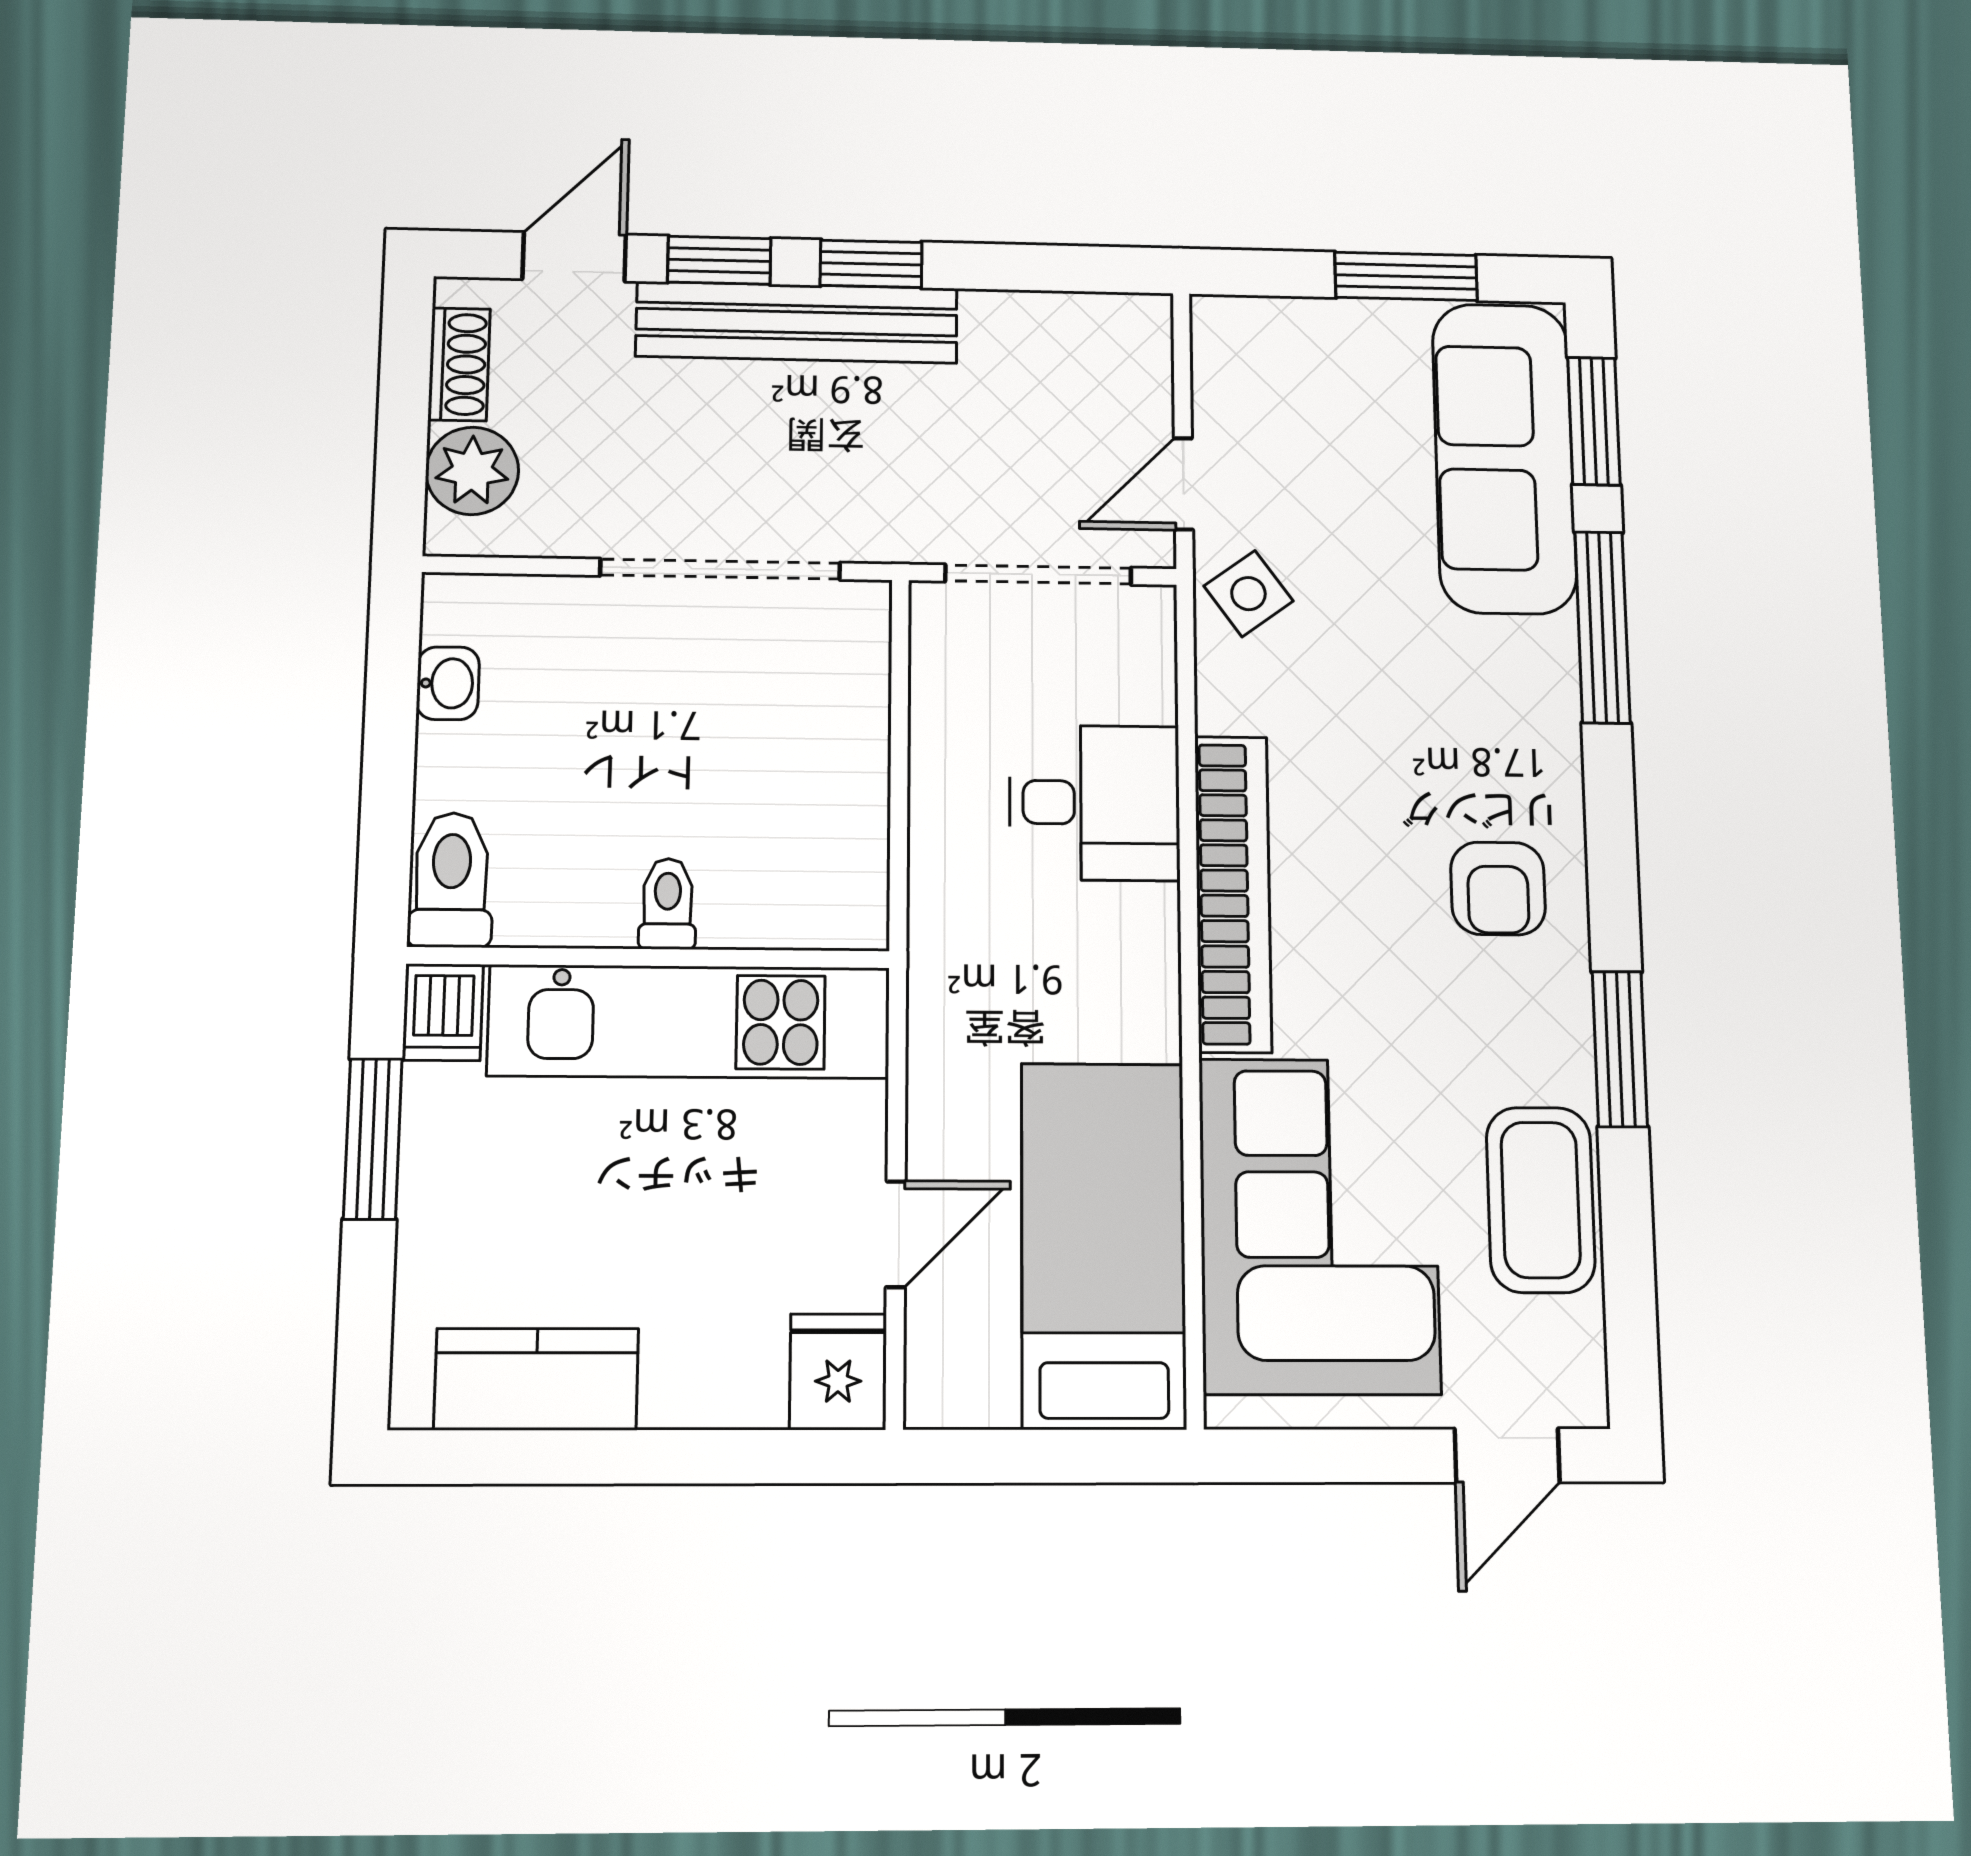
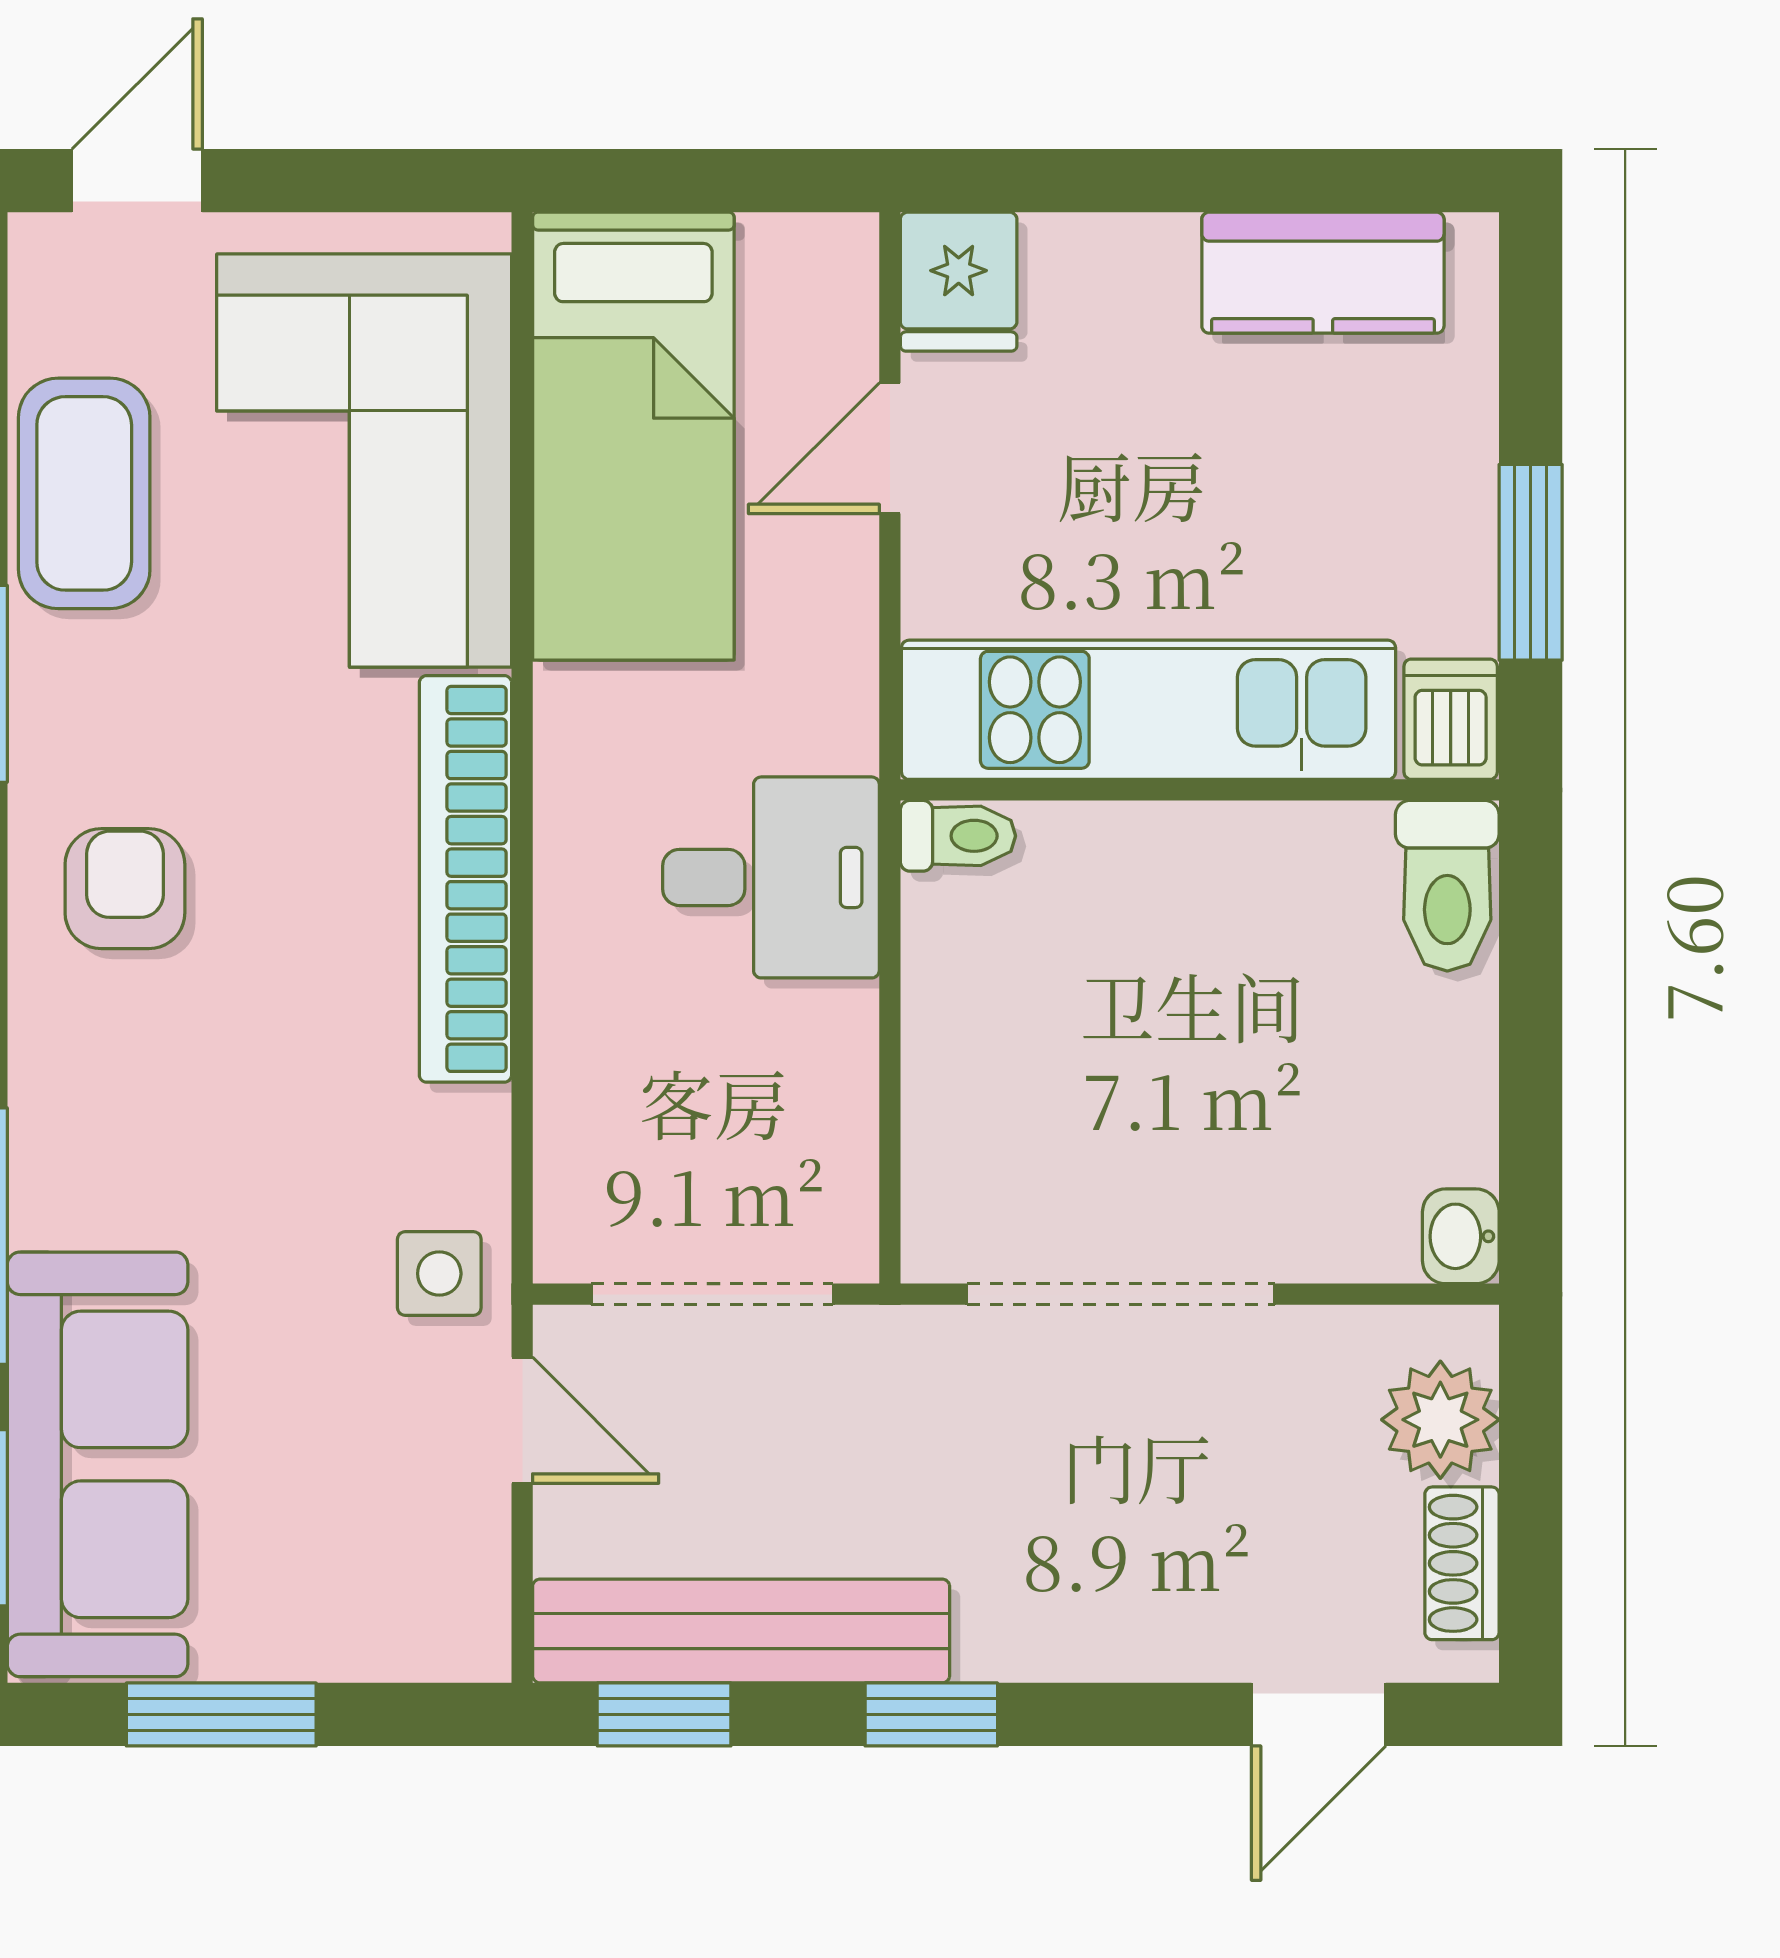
window: (719, 260) -> (664, 1714), moved
bench: (797, 322) -> (741, 1631), moved
door: (1183, 484) -> (522, 1420), hinge flipped
side table: (1248, 594) -> (439, 1274), turned 36
washbasin: (448, 683) -> (1461, 1236), moved
desk: (1095, 803) -> (771, 877), moved, turned 180
toilet: (668, 904) -> (958, 836), moved, turned -90

